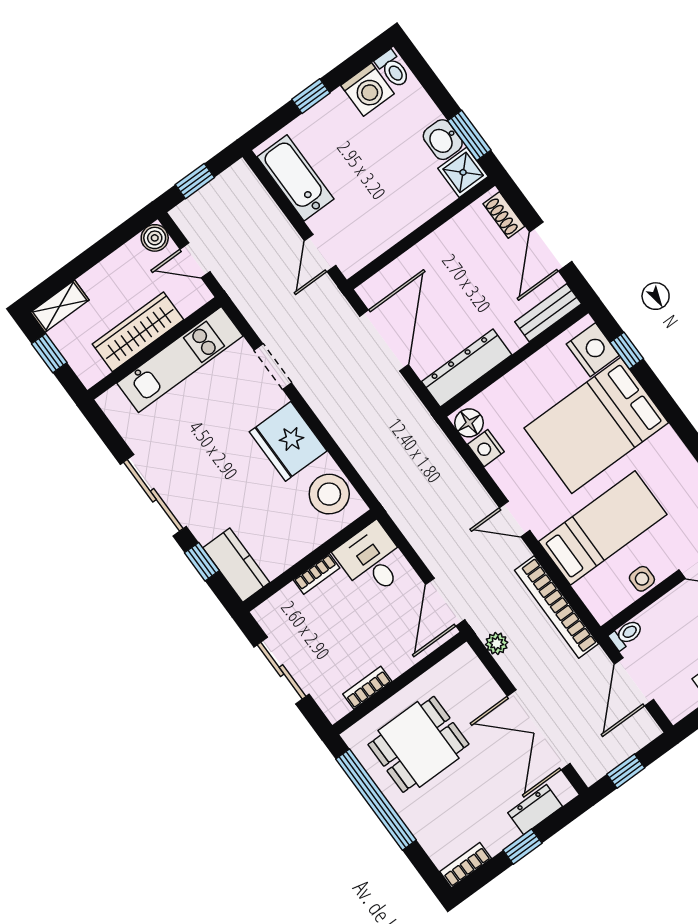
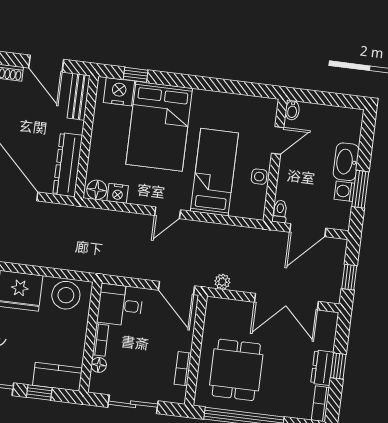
floor lamp: (289, 596) -> (99, 365), added
bookcase: (557, 607) -> (233, 234), removed
door: (634, 682) -> (308, 230), hinge flipped
dresser: (535, 810) -> (322, 368), moved

